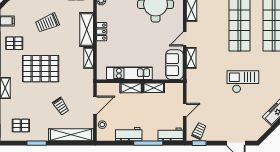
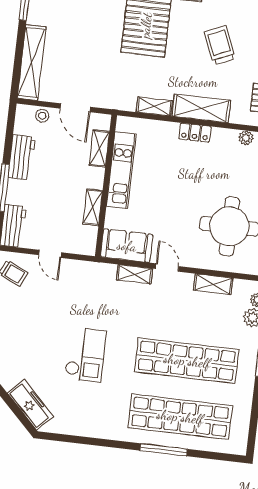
shelving: (131, 88) -> (99, 148), moved
trolley: (61, 106) -> (80, 51), removed

